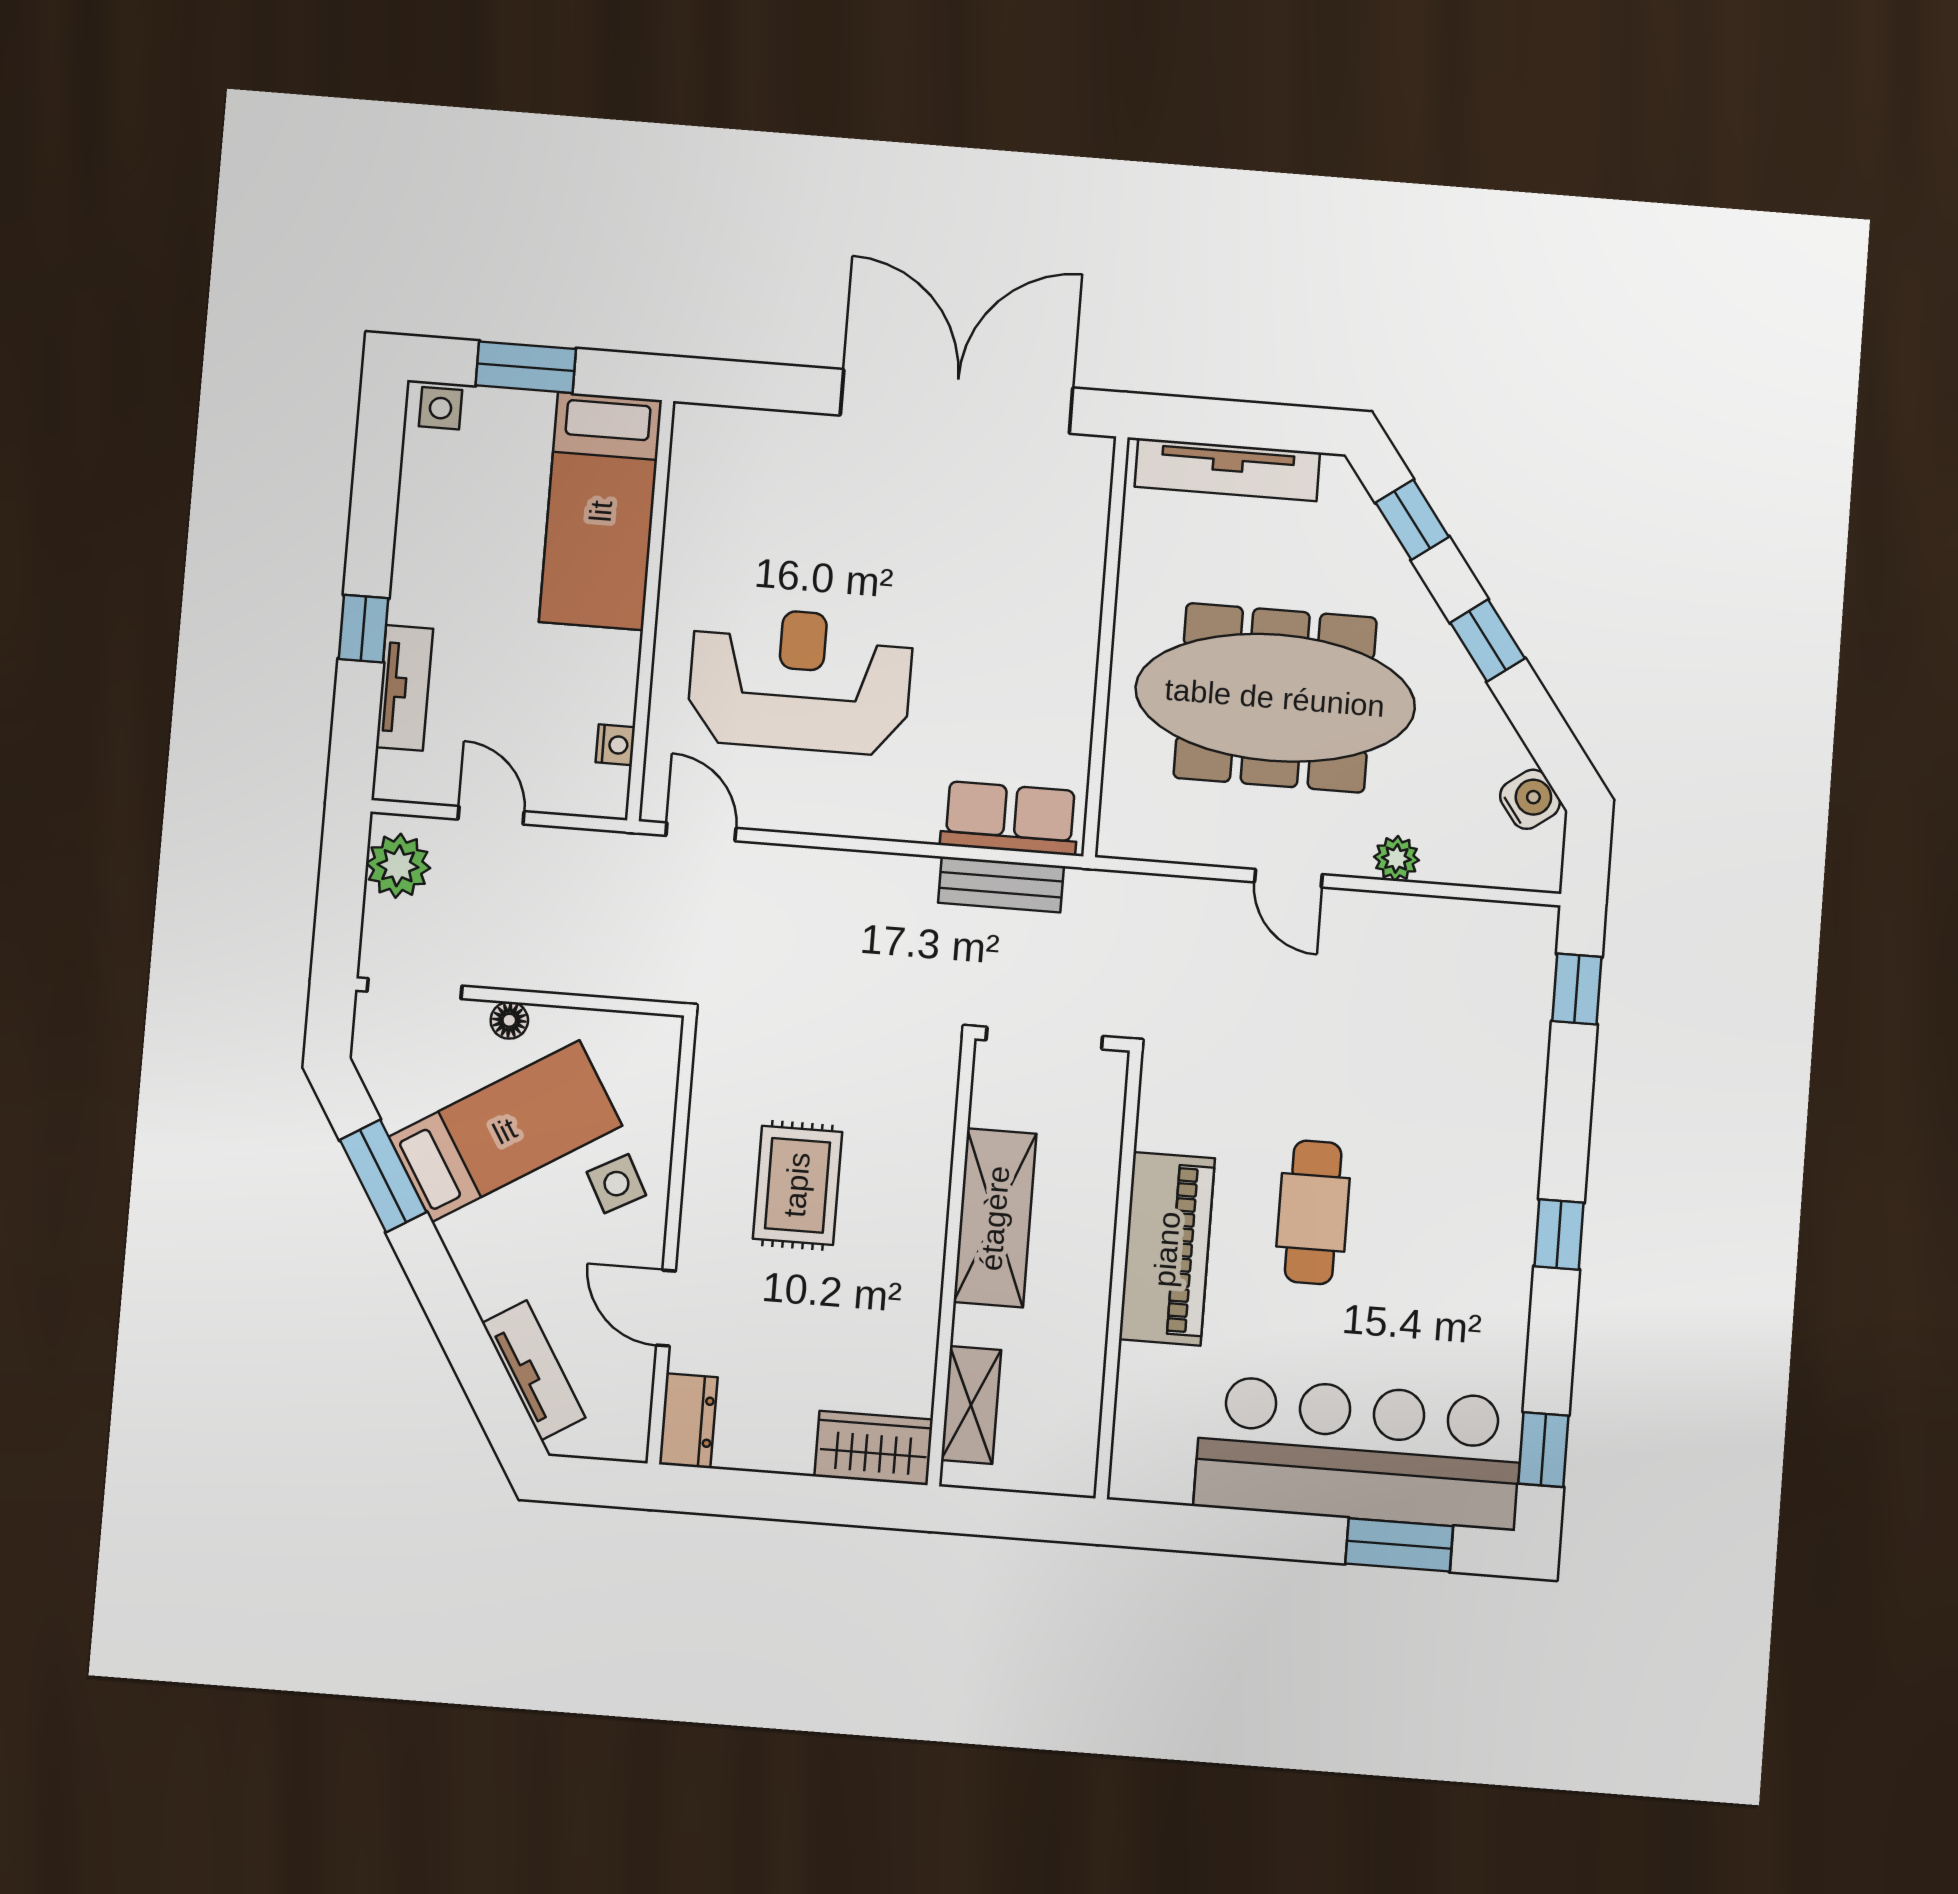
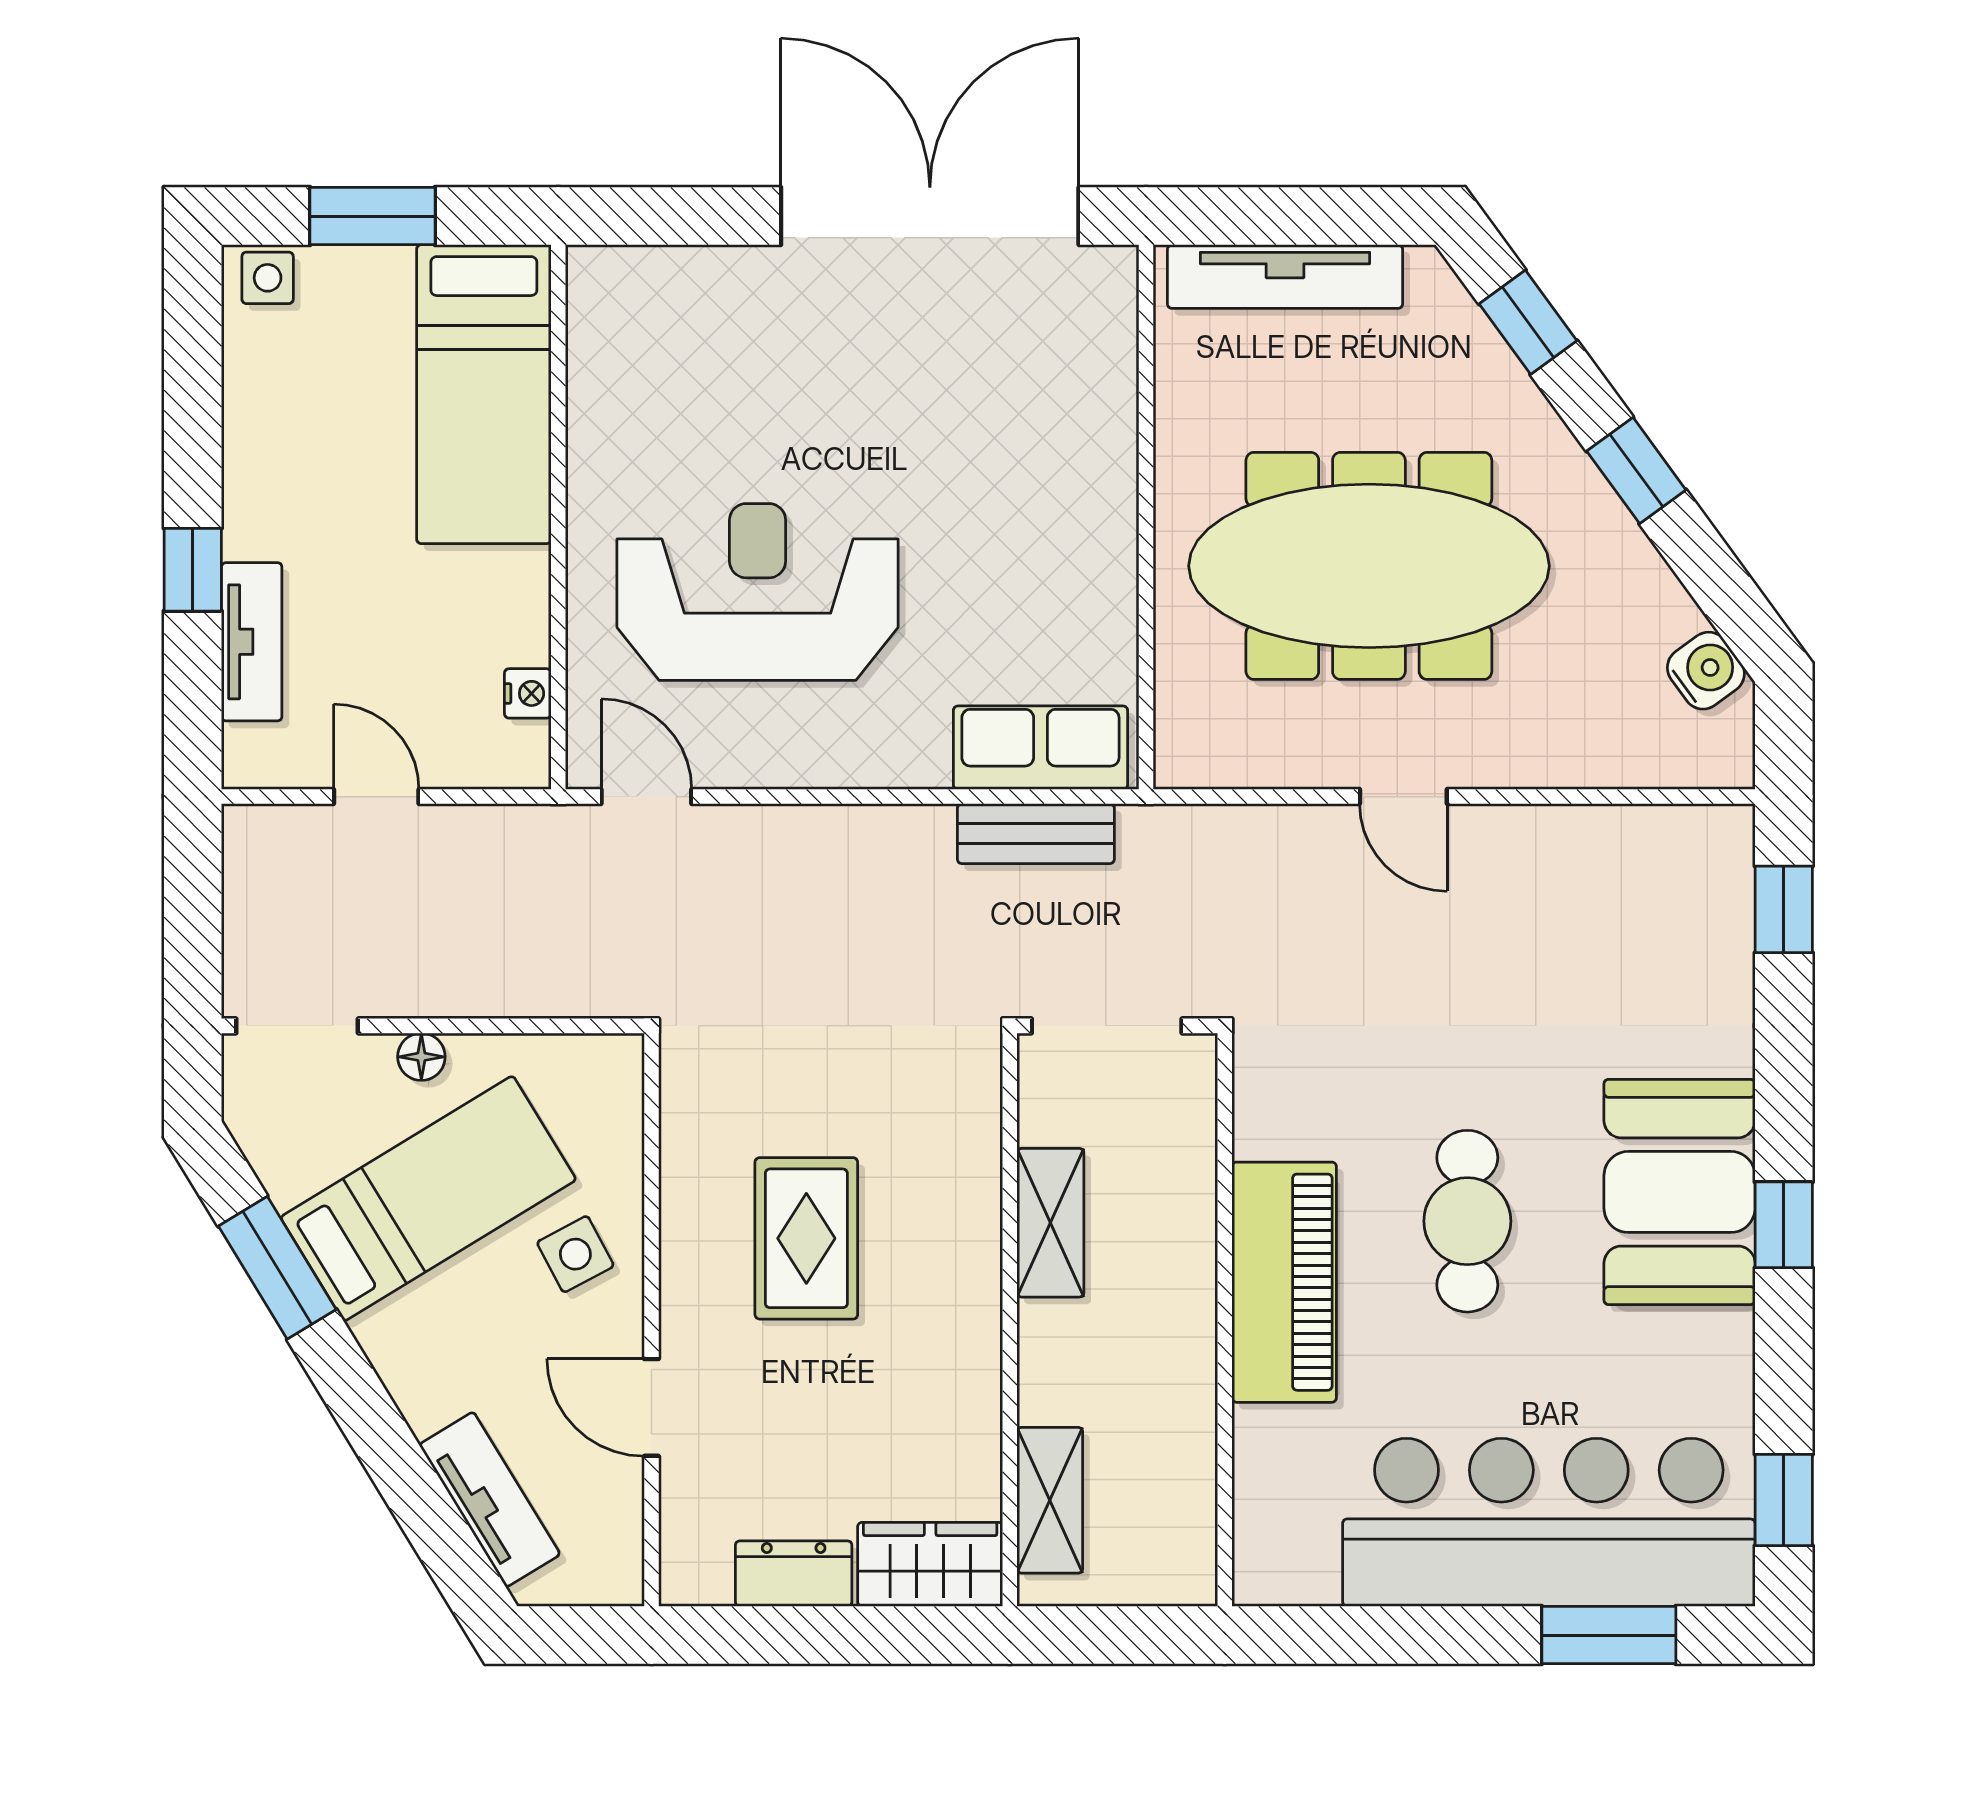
plant: (1396, 858) -> (1540, 760), removed
plant: (398, 866) -> (263, 870), removed
booth: (1480, 1202) -> (1680, 1192), added
shelving: (995, 1218) -> (1050, 1223), width x0.67, depth x0.75
dresser: (688, 1421) -> (794, 1574), moved, turned -90

